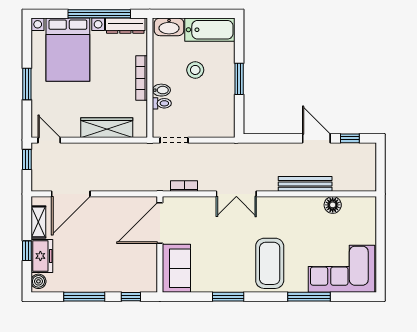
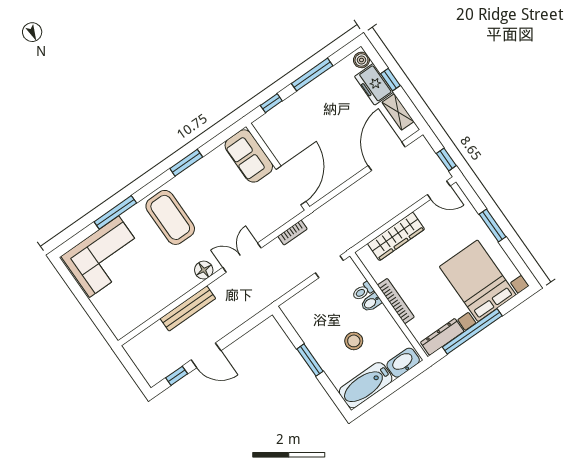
floor lamp: (333, 205) -> (204, 270), moved

